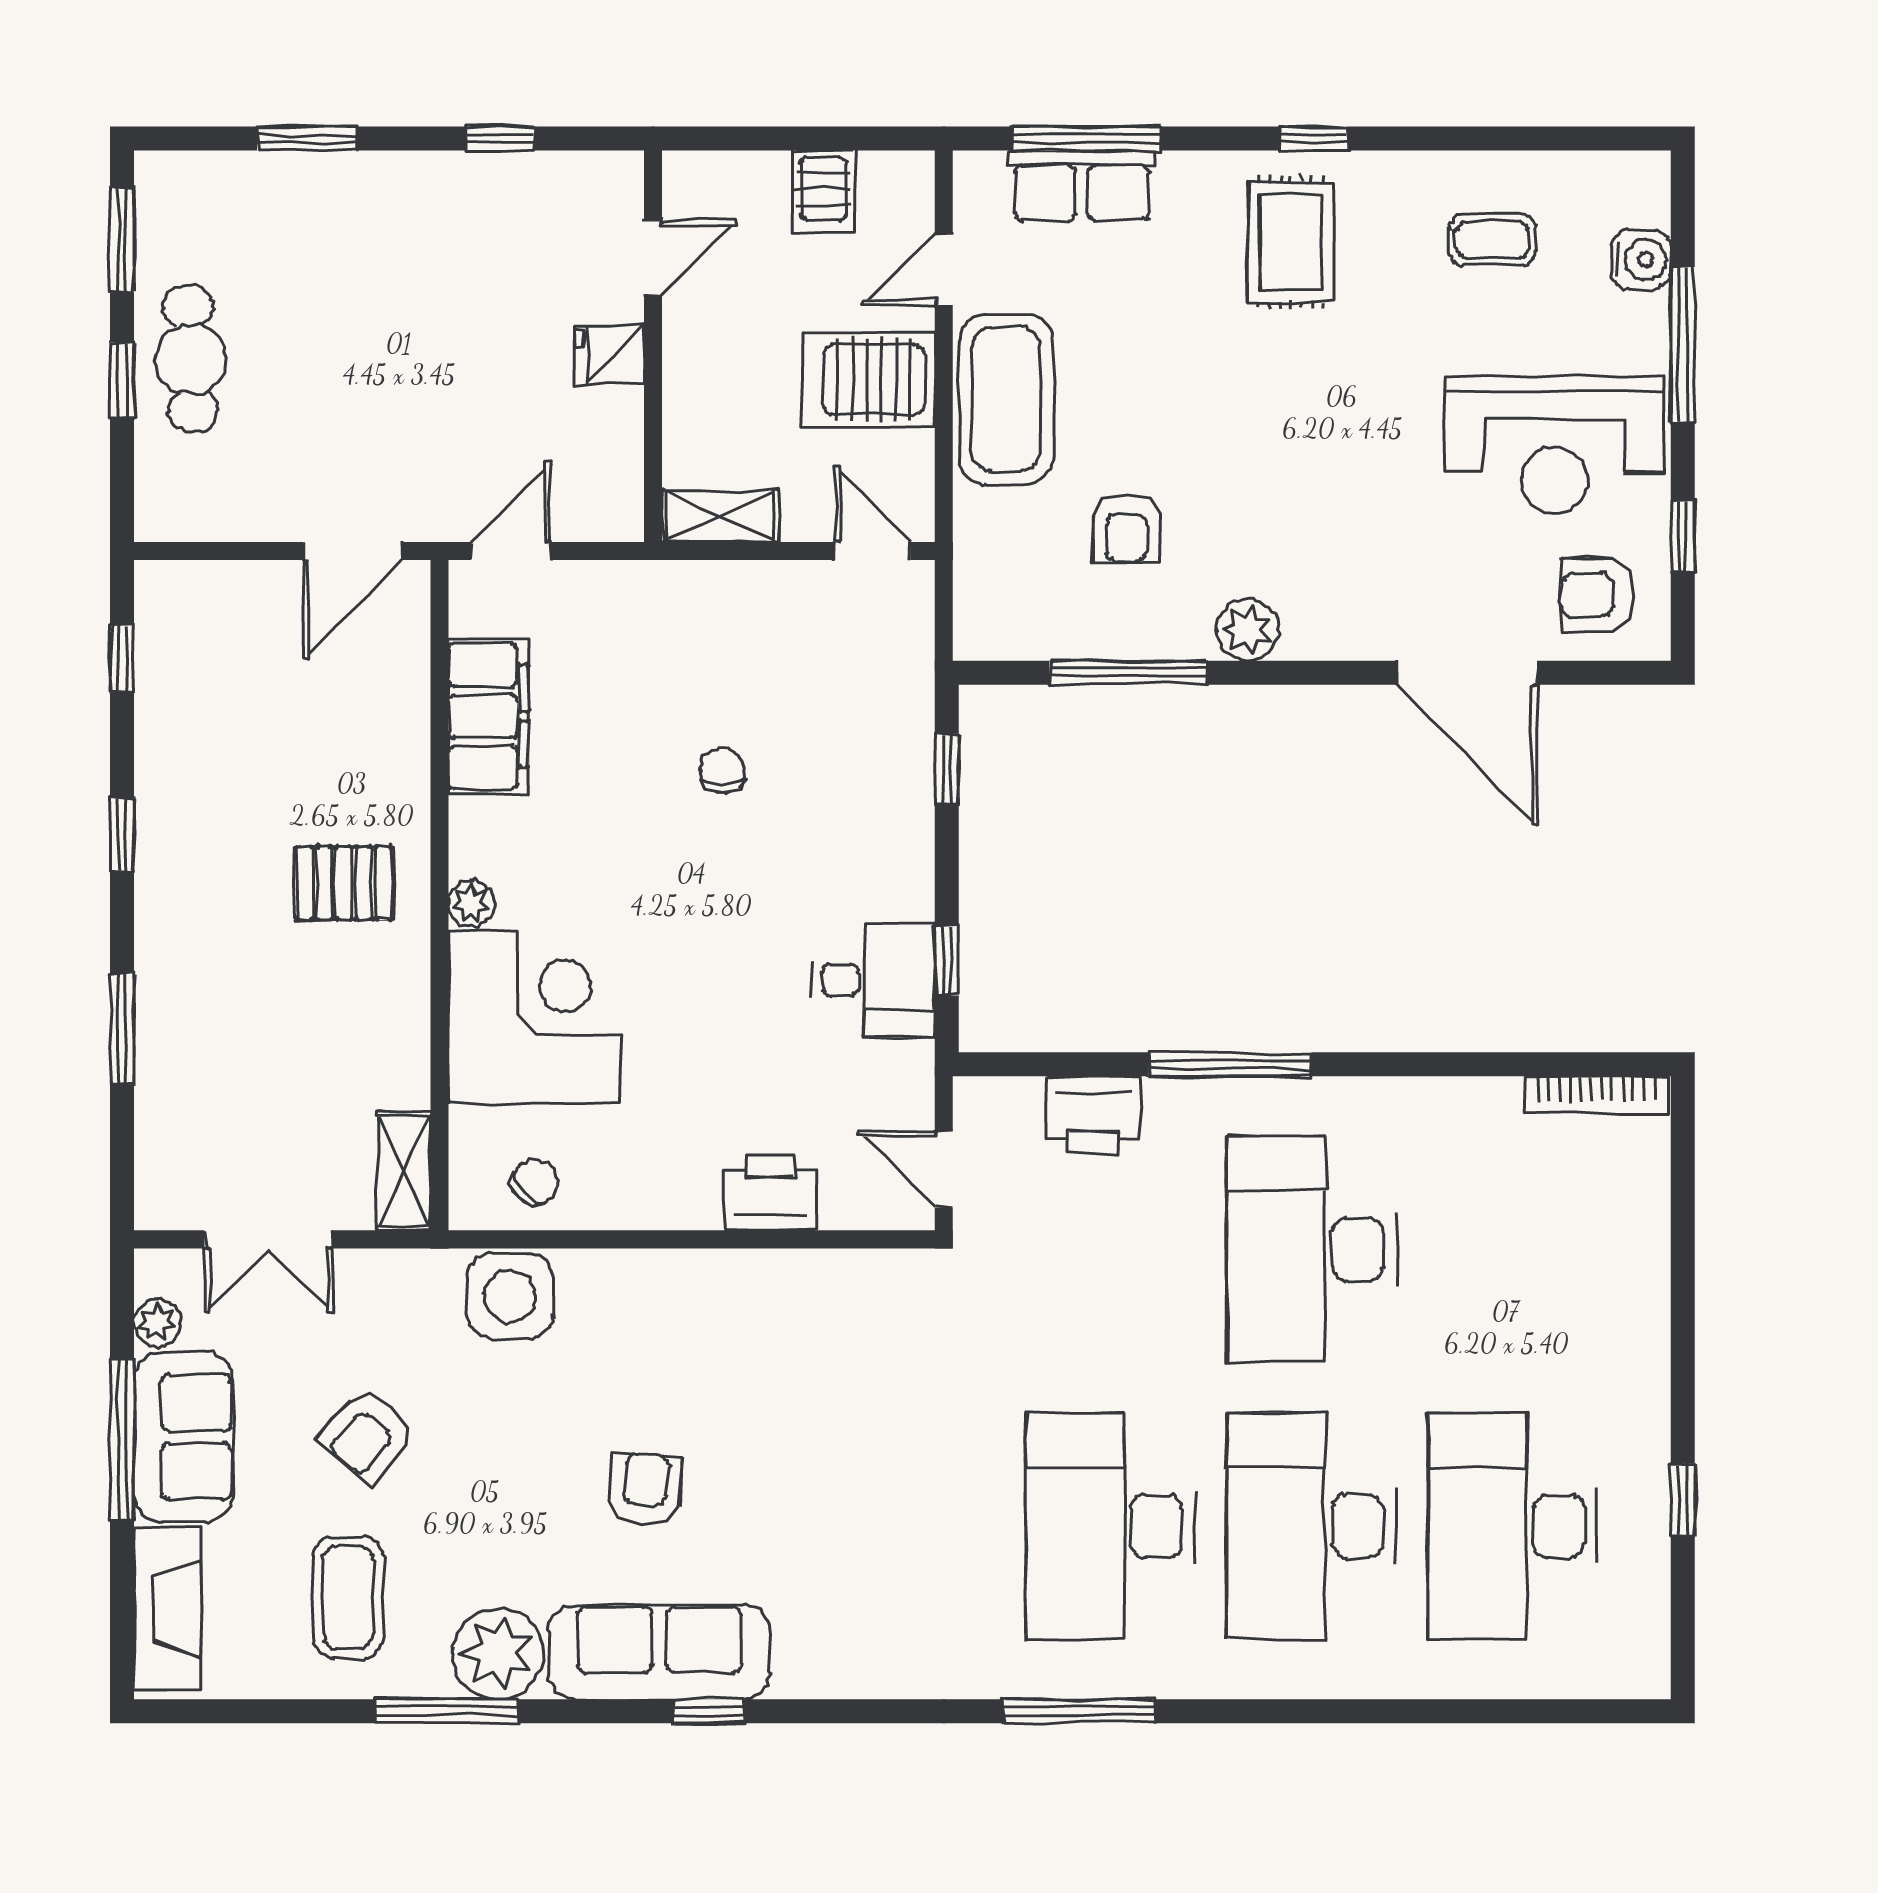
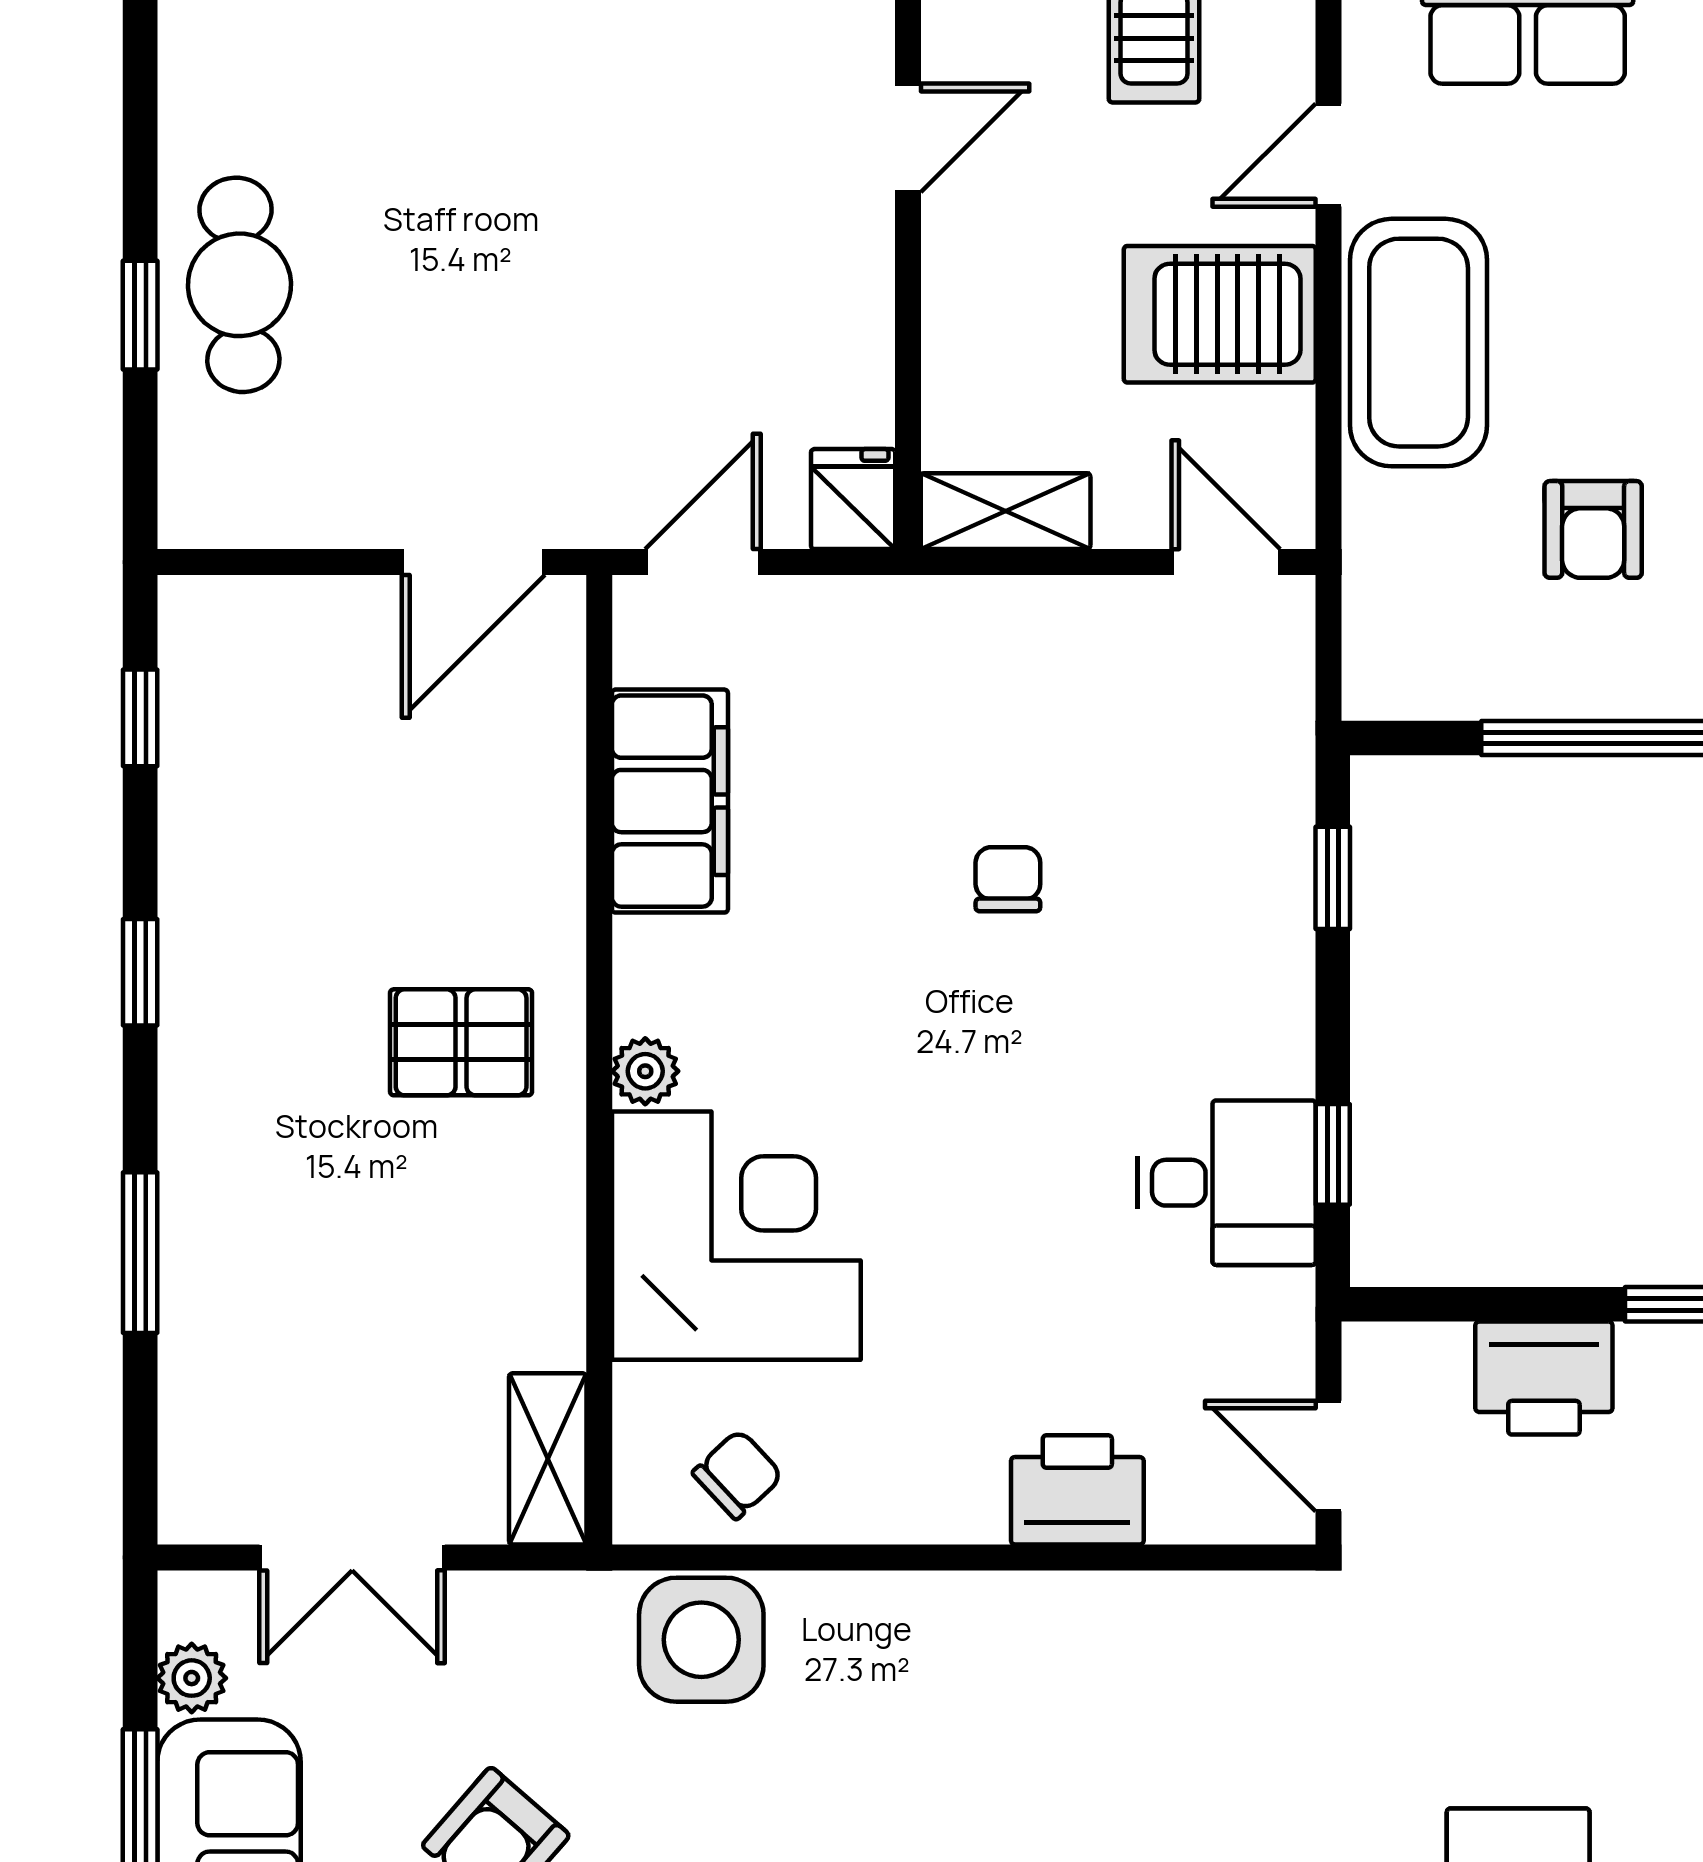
window: (122, 240) -> (140, 112), removed
fridge: (609, 354) -> (853, 499), moved, turned 90

